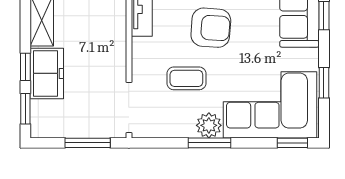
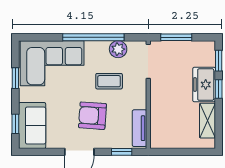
plant: (209, 125) -> (118, 49), moved
window: (209, 143) -> (93, 37), width x2.11
window: (292, 143) -> (37, 37), removed

